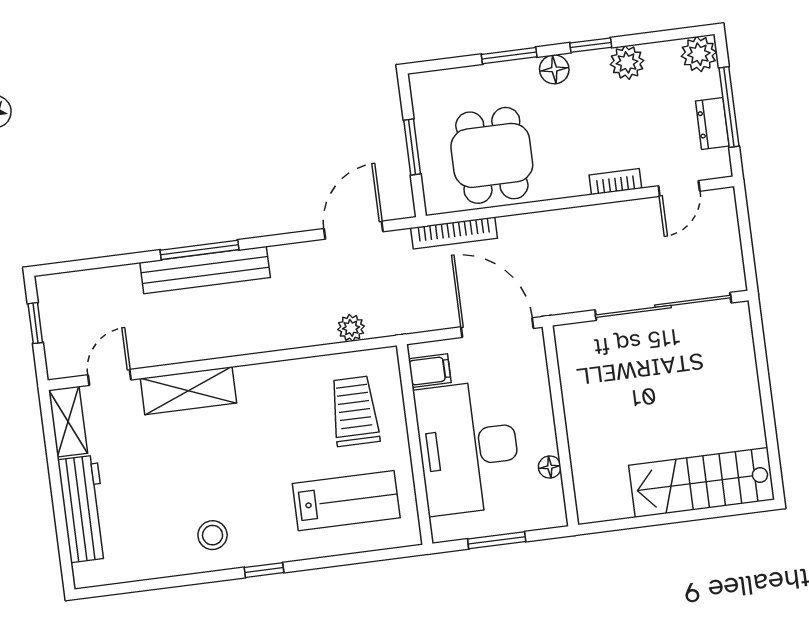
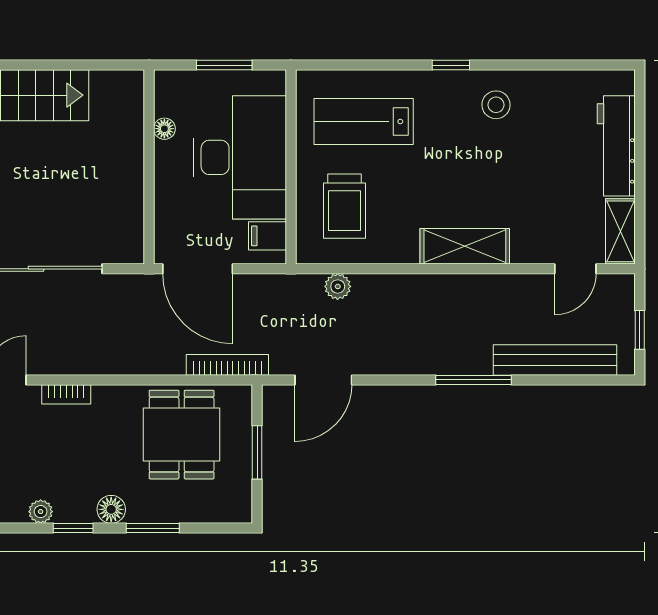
plant: (627, 62) -> (41, 512), width x0.73, depth x0.73
bench: (205, 270) -> (555, 360), moved
shelving: (188, 391) -> (465, 246), moved

